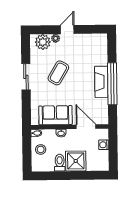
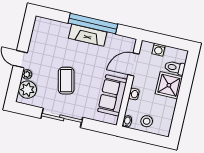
coffee table: (58, 73) -> (66, 81), turned 47
sliding door: (26, 77) -> (62, 118), width x1.37
toilet: (60, 163) -> (175, 68), moved

